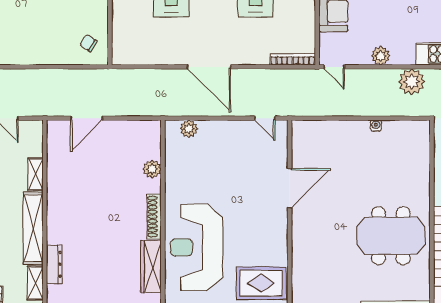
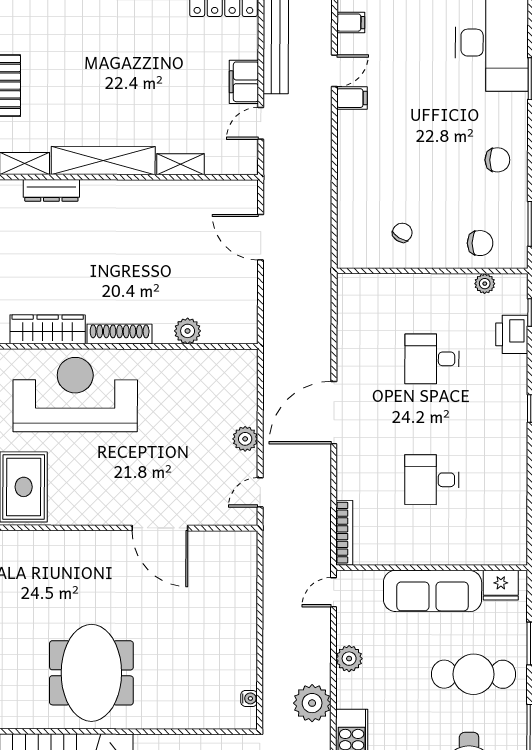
chair: (88, 43) -> (402, 233), moved
water cooler: (376, 126) -> (249, 698), moved
plant: (189, 129) -> (245, 439), moved

